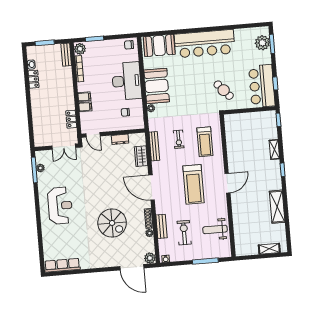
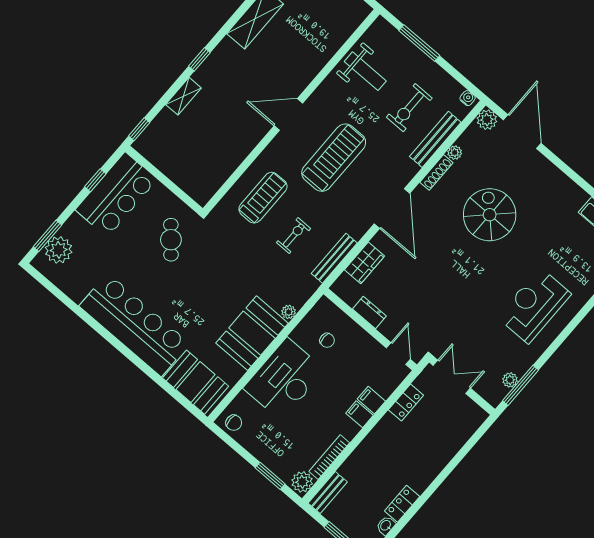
bench: (161, 226) -> (435, 139), width x1.36

